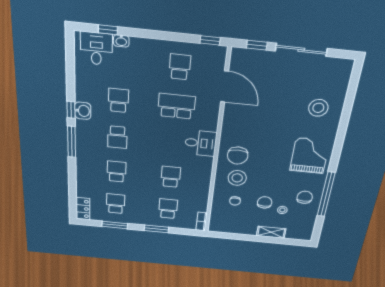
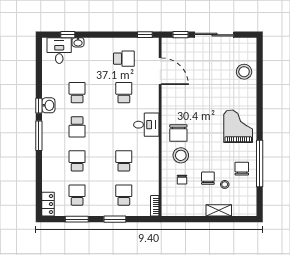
school desk: (180, 67) -> (124, 59), turned 90
school desk: (176, 106) -> (124, 93), width x0.54
stool: (318, 108) -> (244, 72), moved

